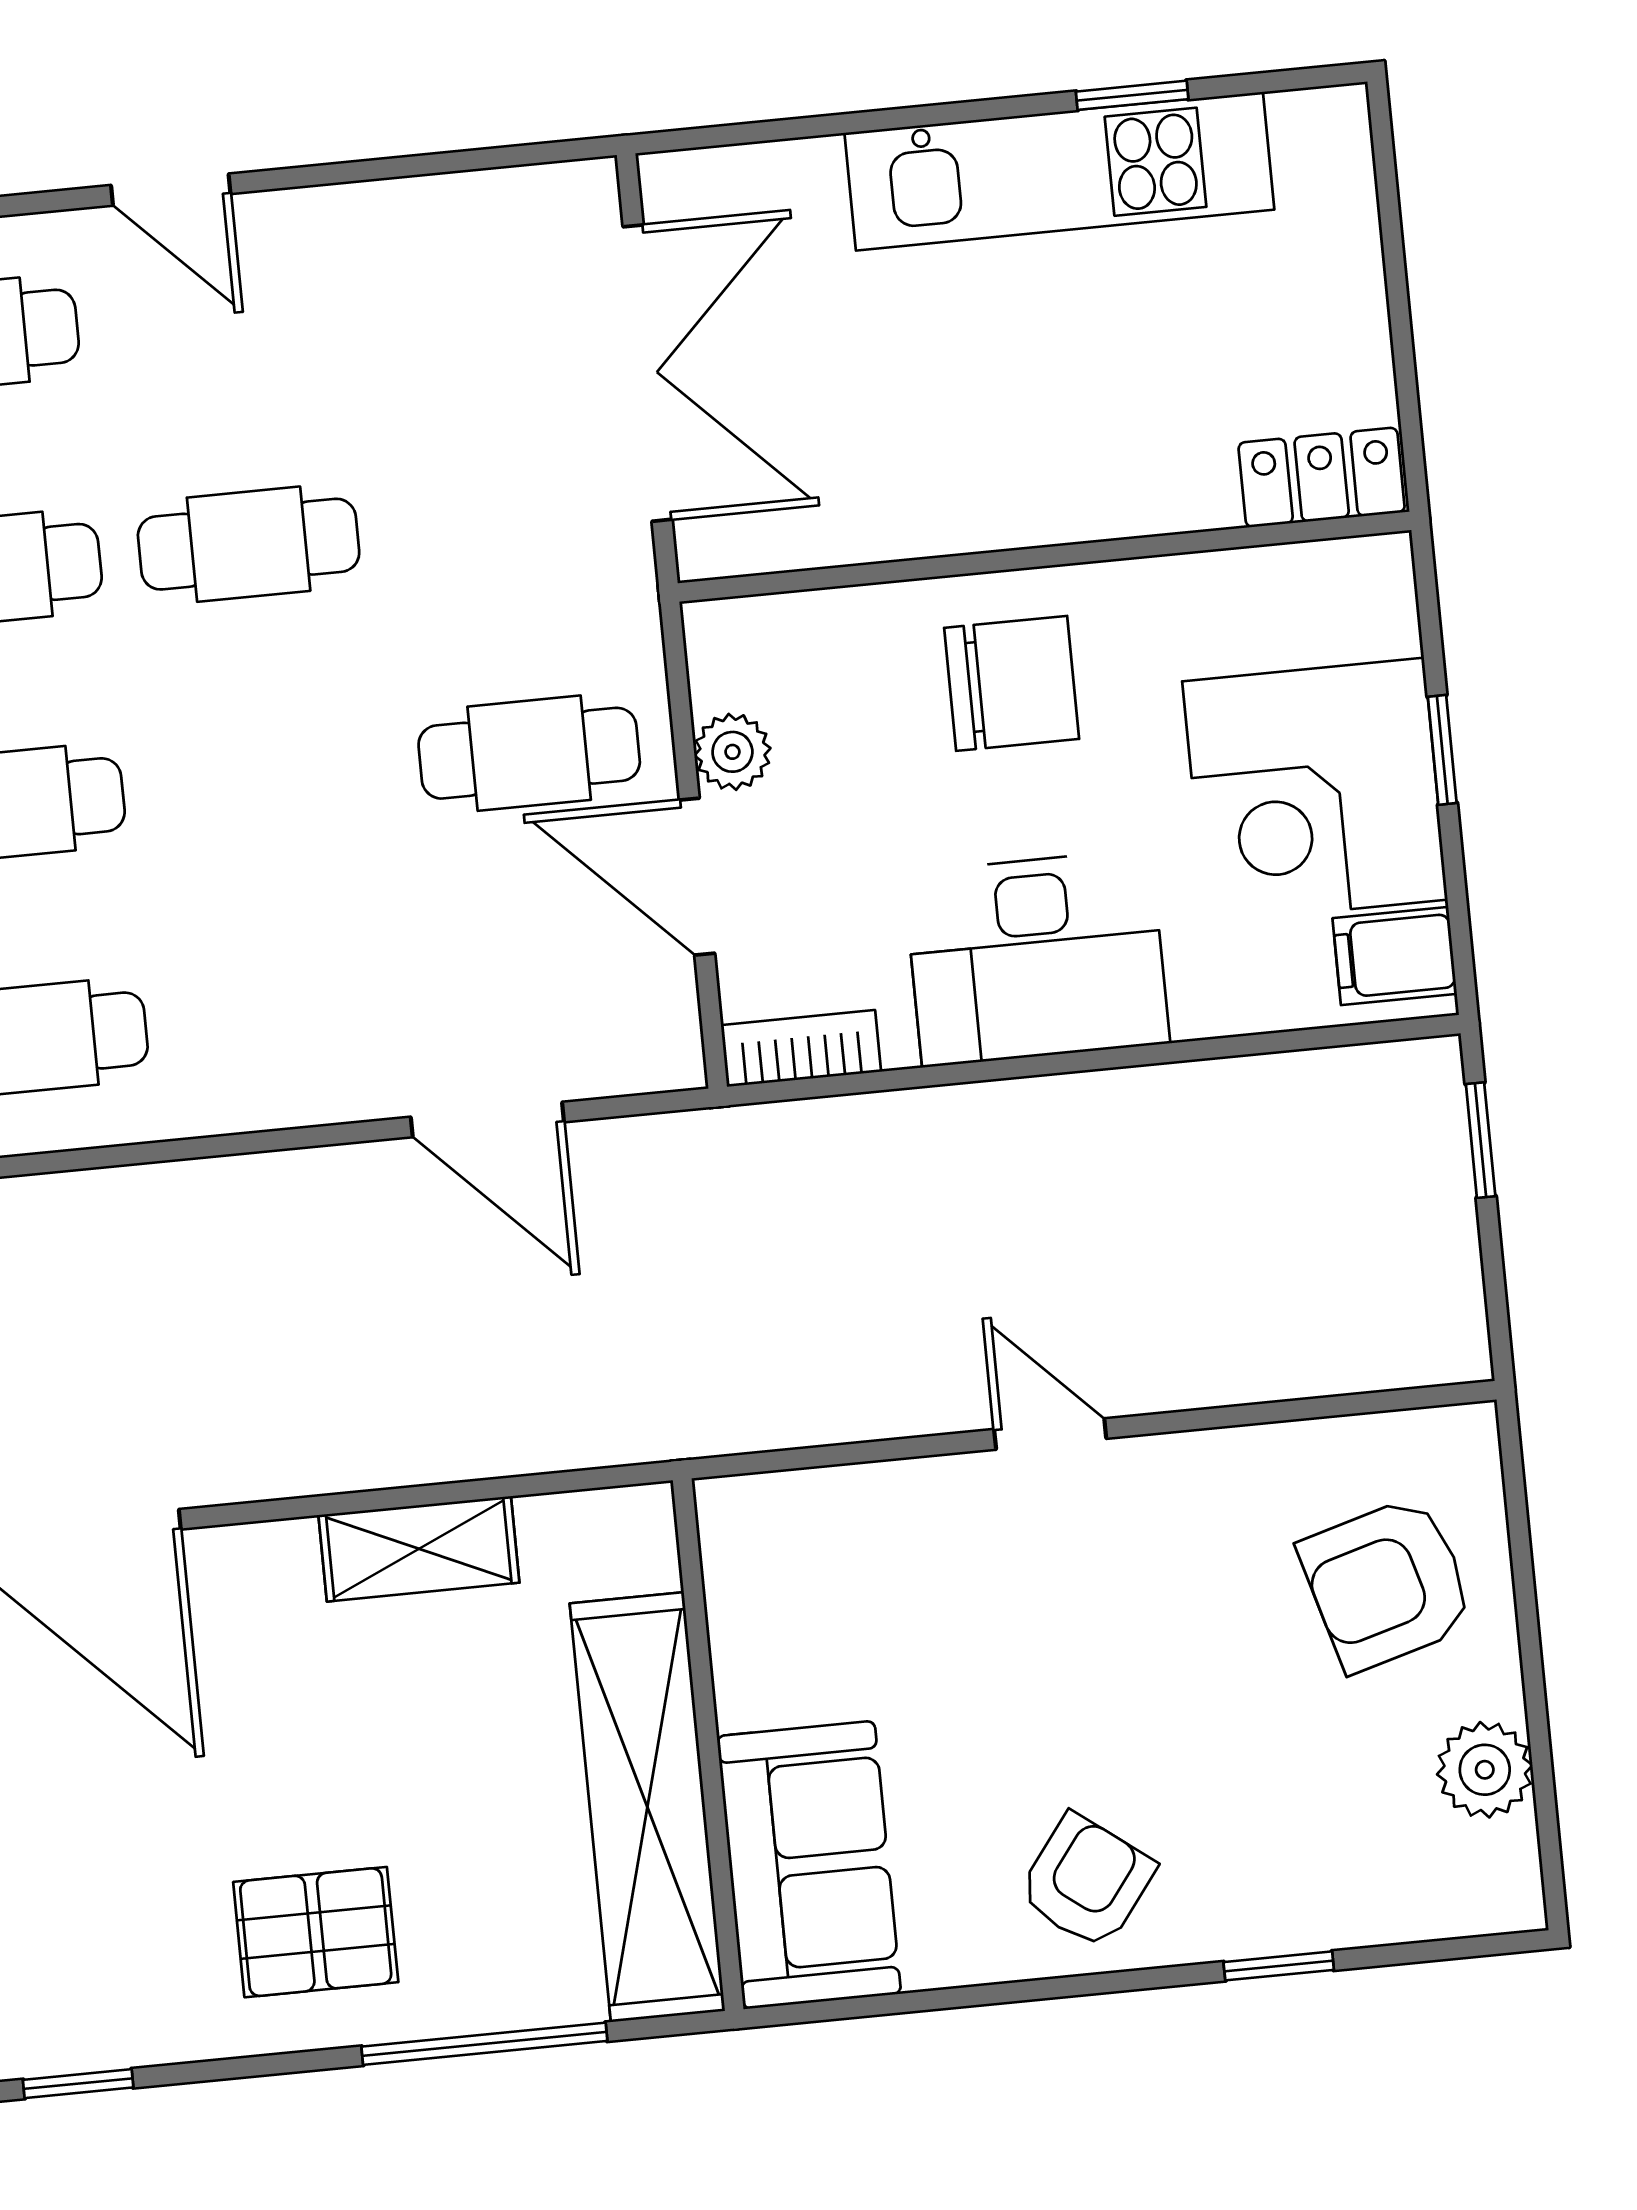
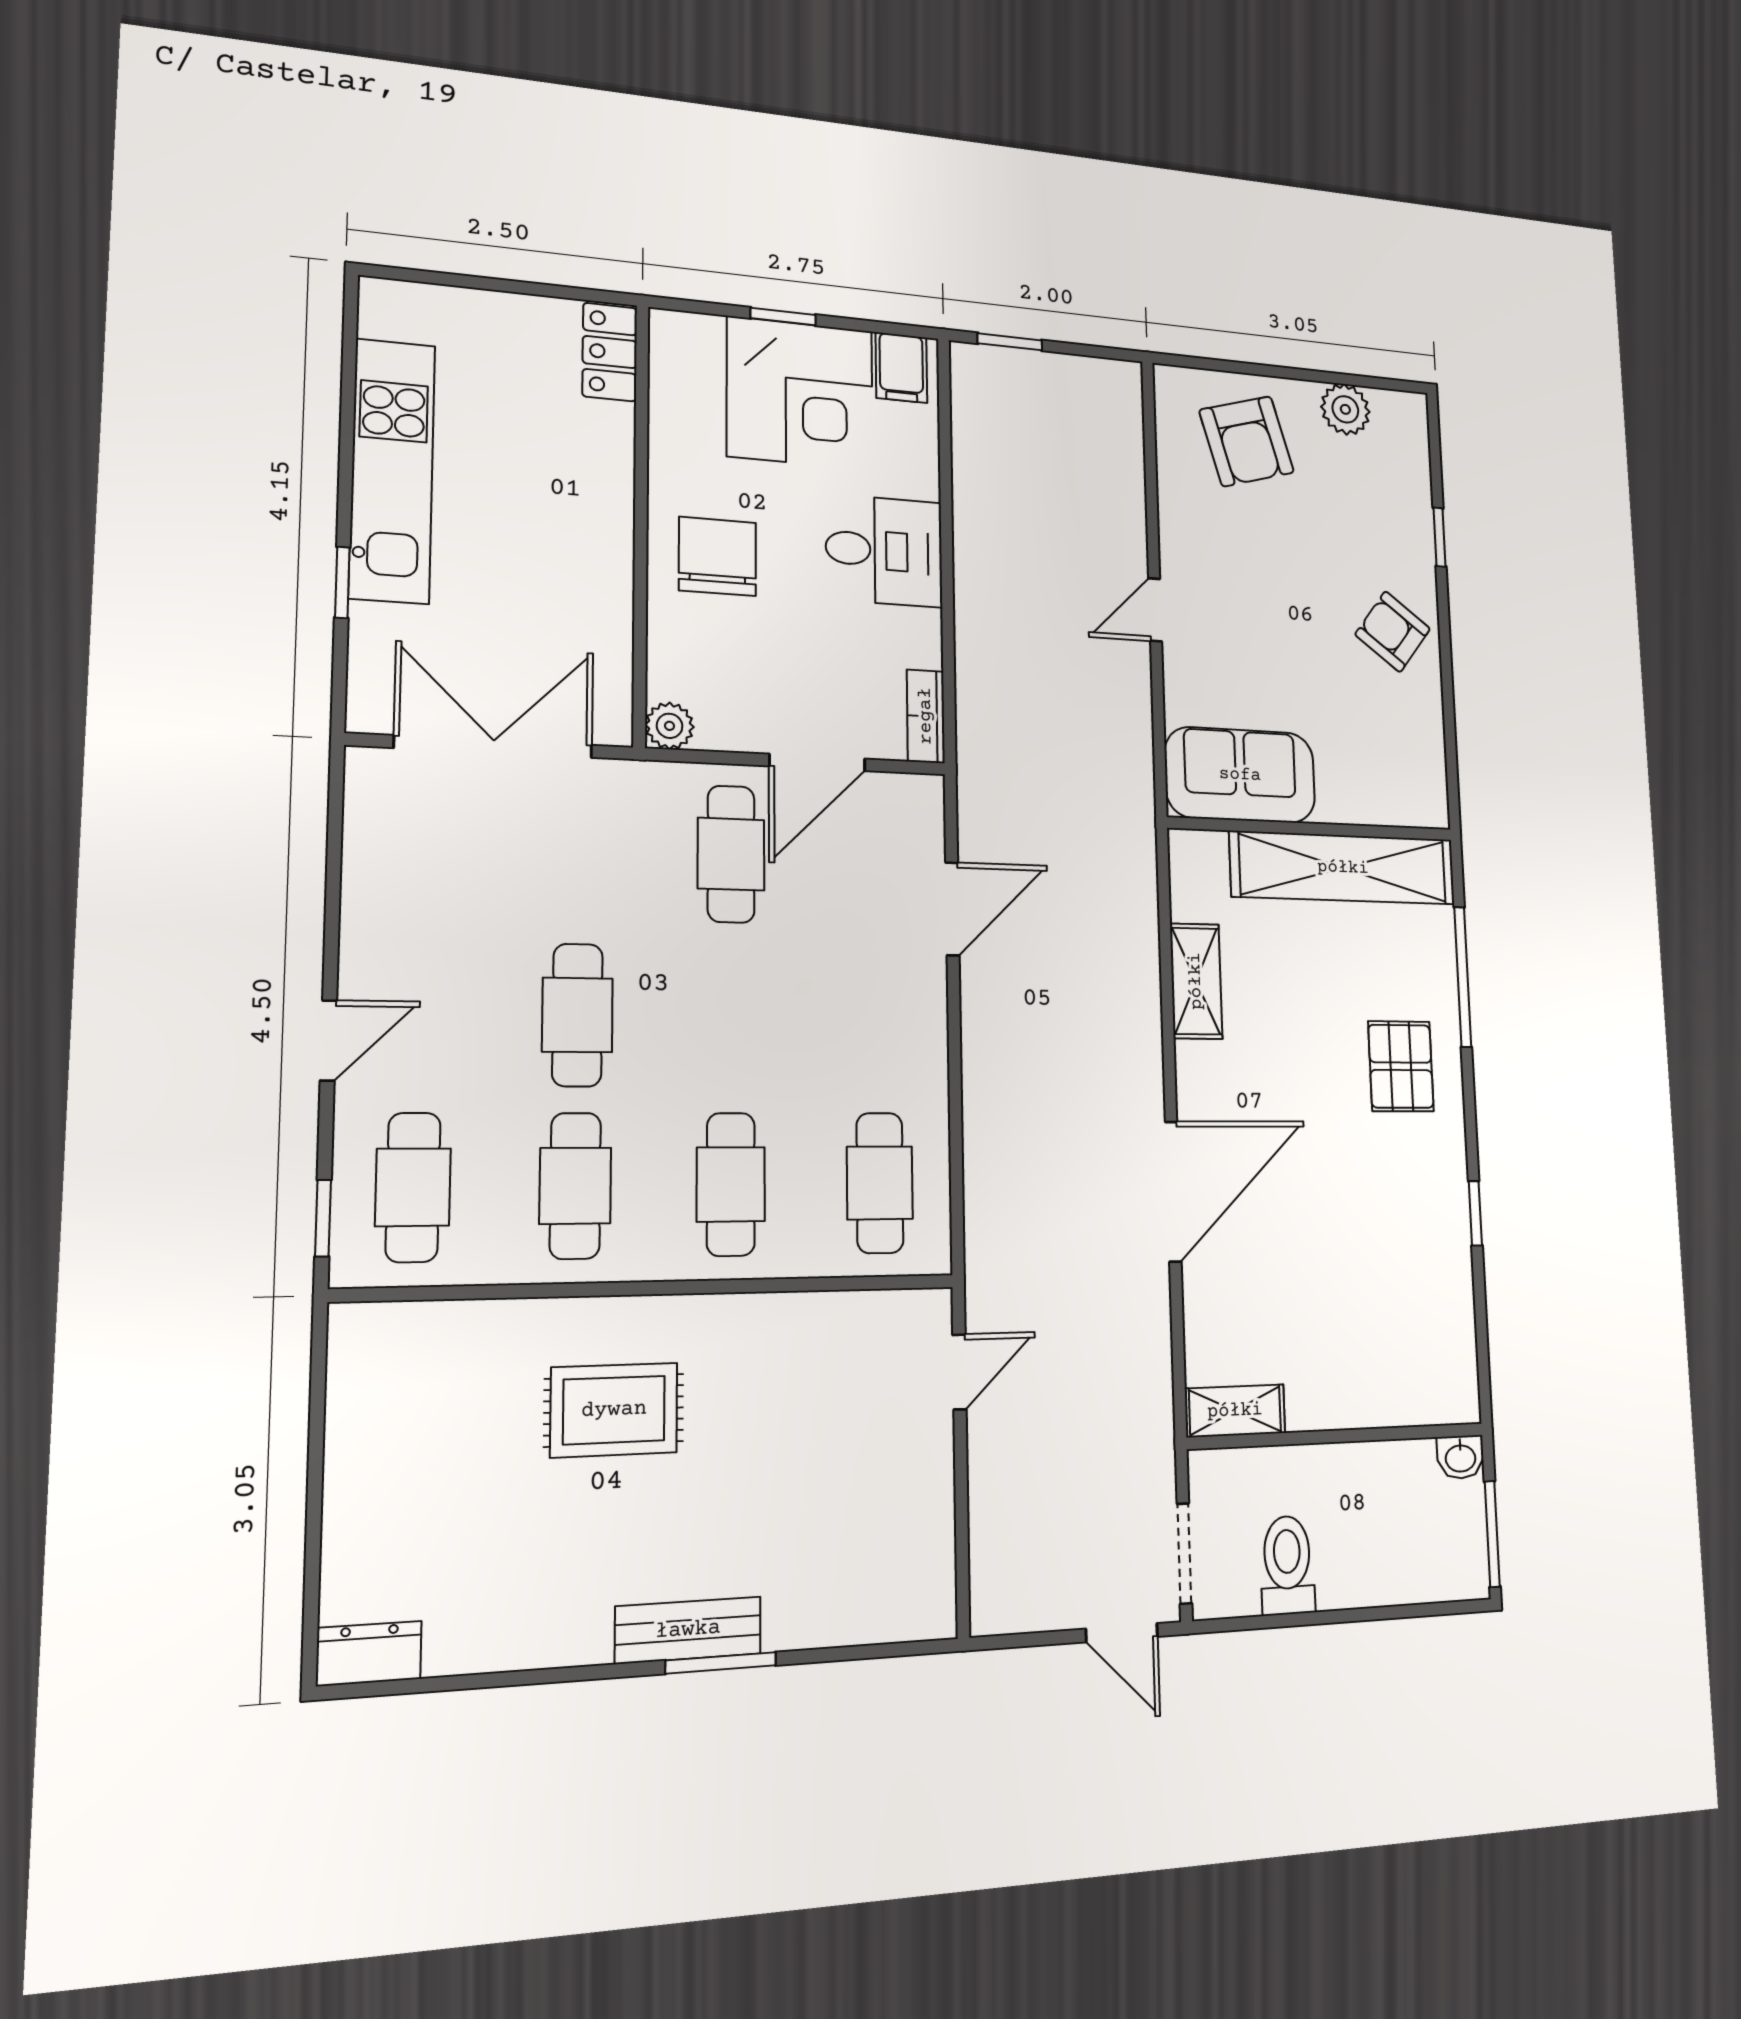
window: (1132, 95) -> (342, 582), moved
plant: (732, 752) -> (670, 726), moved
desk: (1037, 958) -> (884, 551), width x0.73
sofa: (809, 1865) -> (1240, 775), moved

